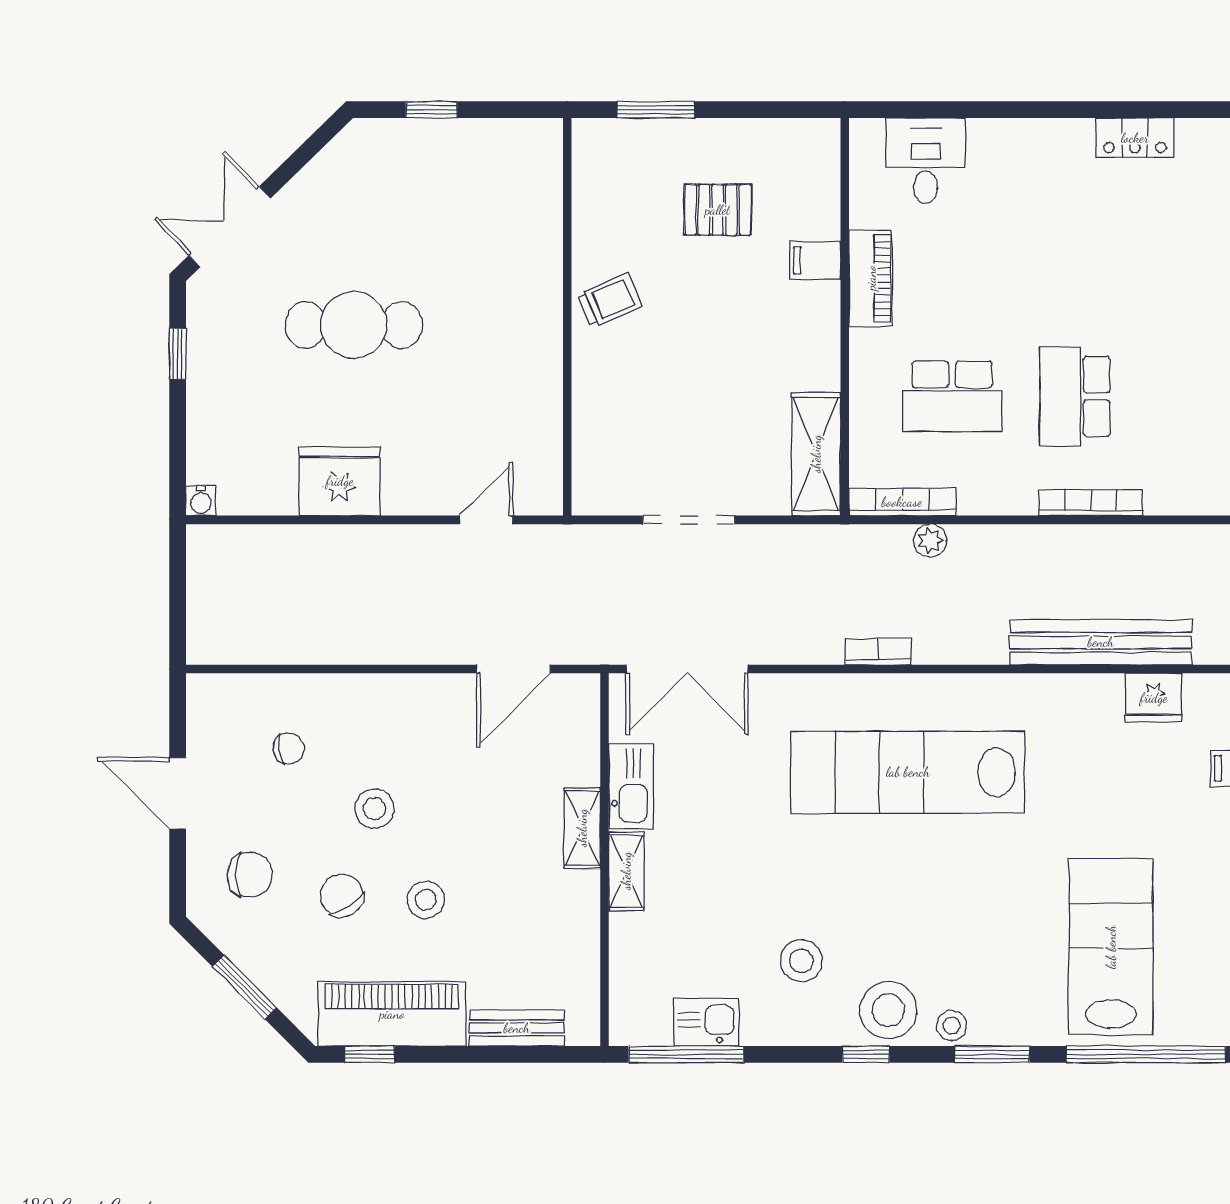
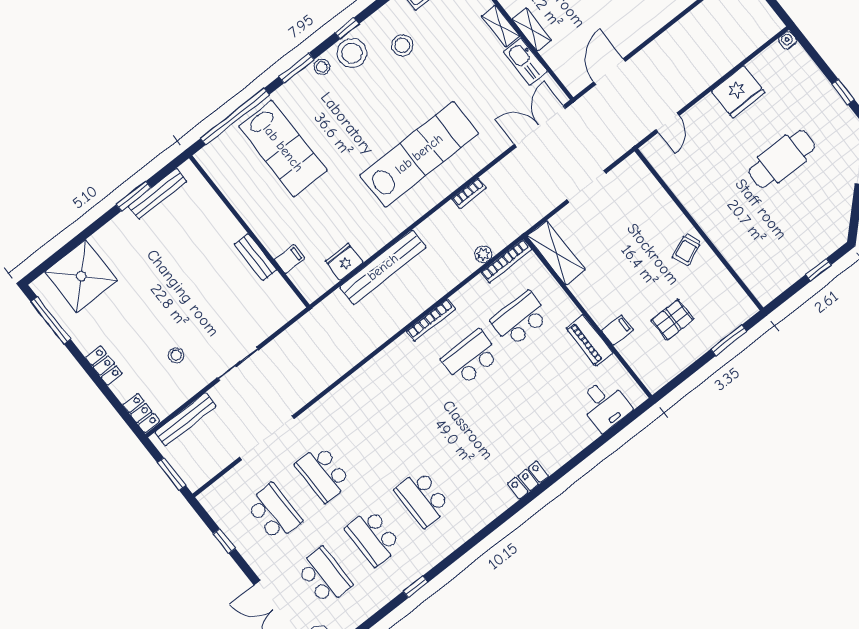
school desk: (1075, 396) -> (471, 358), turned -90

